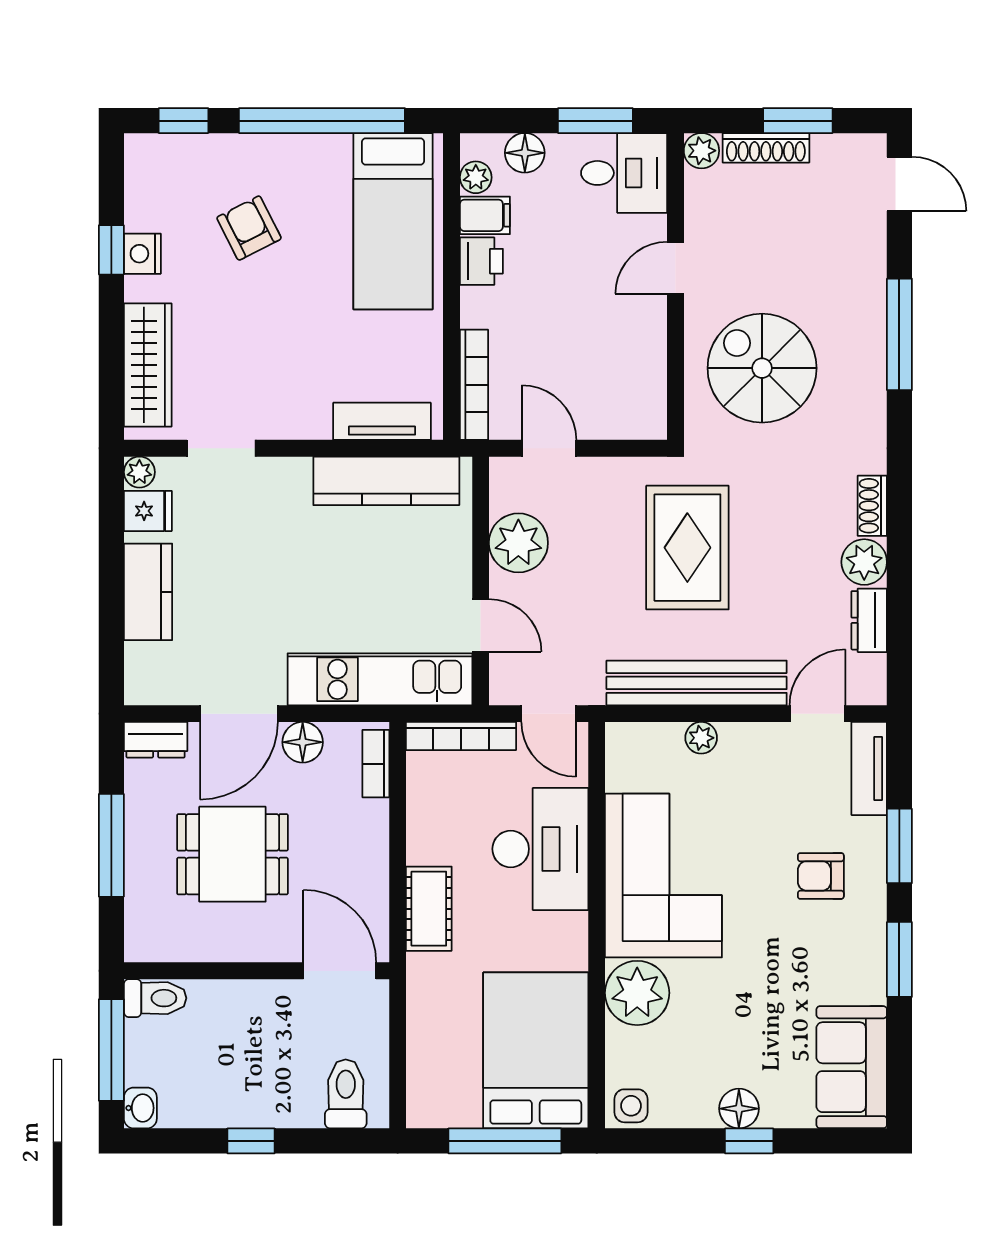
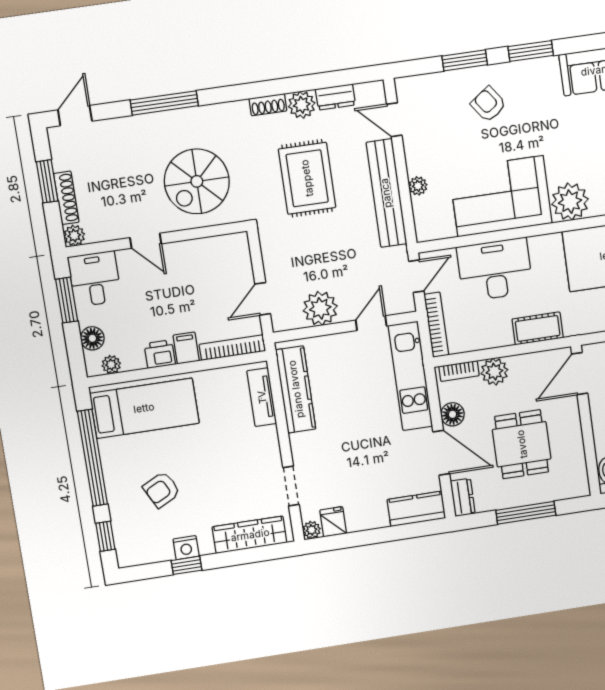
filing cabinet: (485, 215) -> (186, 348), moved
rug: (687, 548) -> (307, 178), moved, turned 90
kitchen counter: (148, 592) -> (416, 509), moved
tv unit: (869, 769) -> (422, 85), removed
plant: (366, 824) -> (494, 372), added
armchair: (821, 876) -> (488, 104), turned 144

